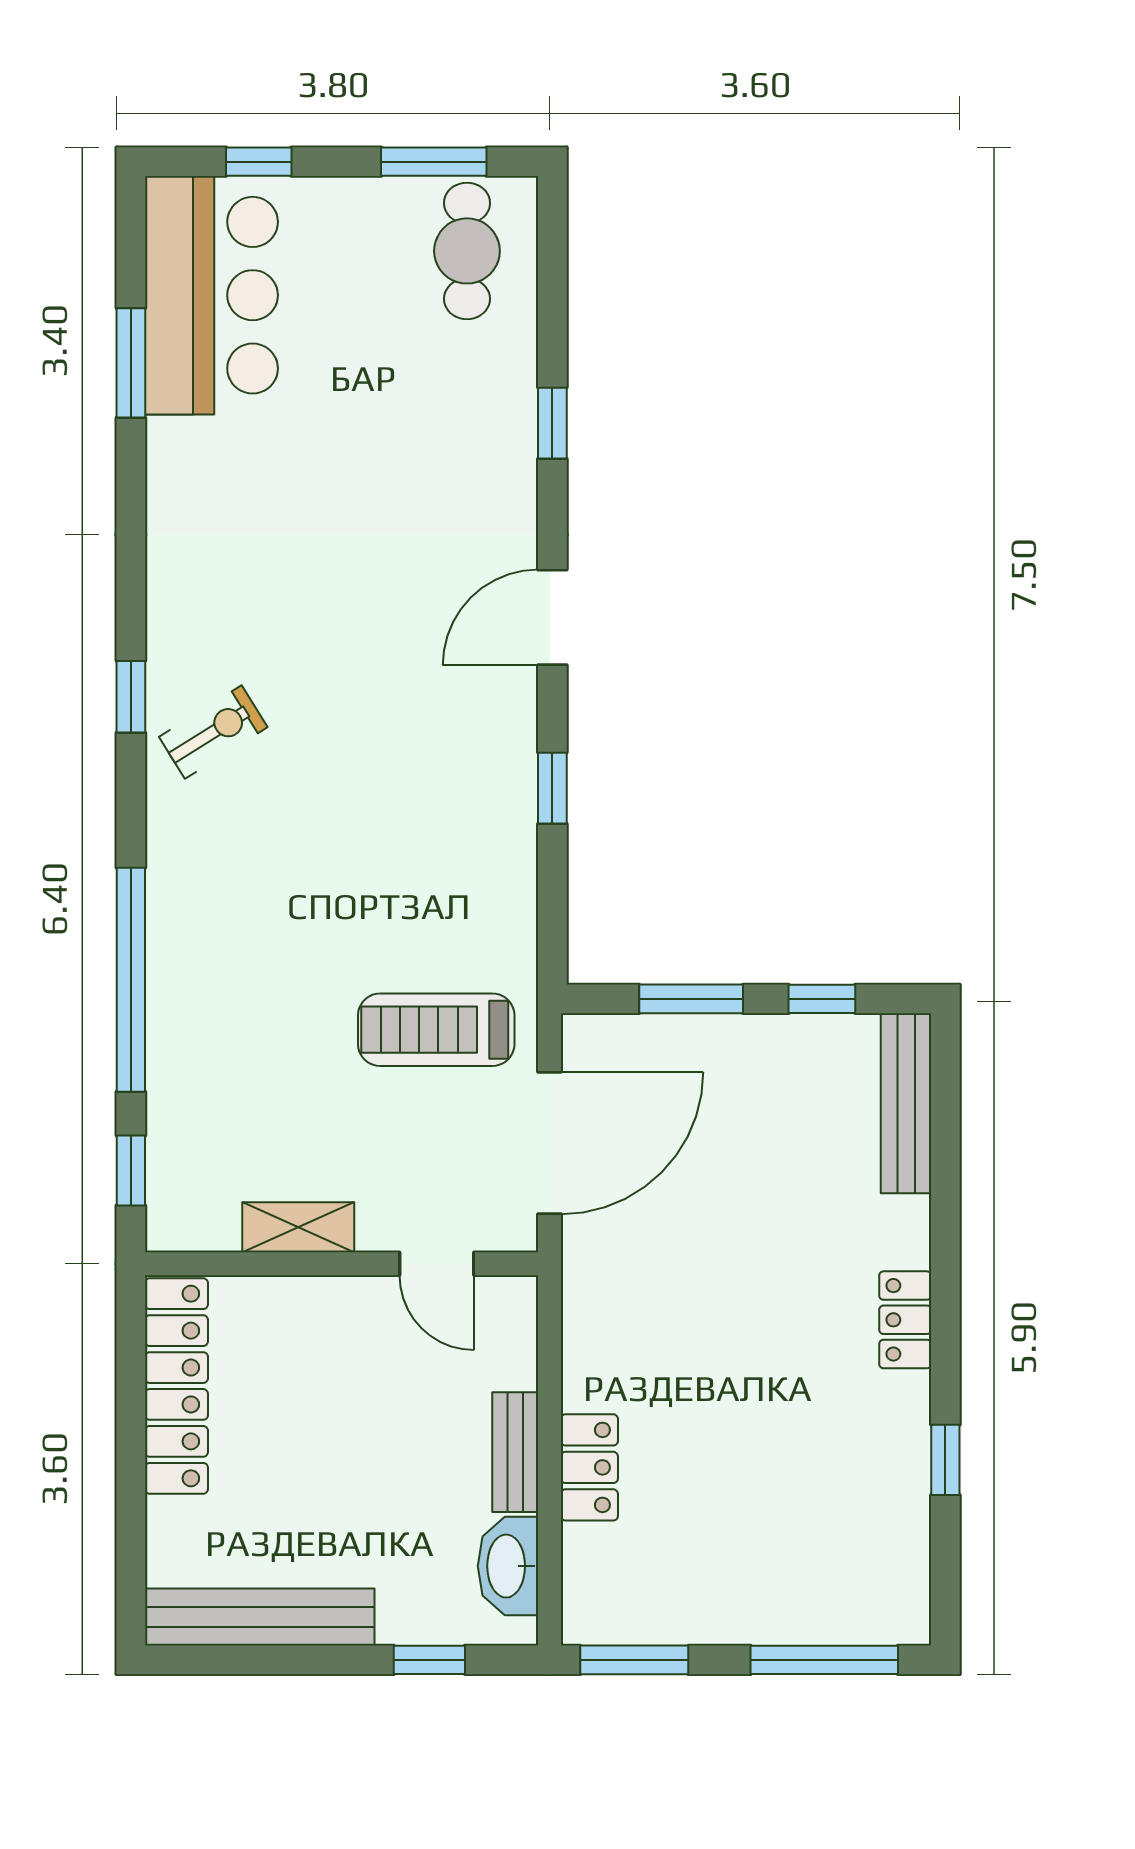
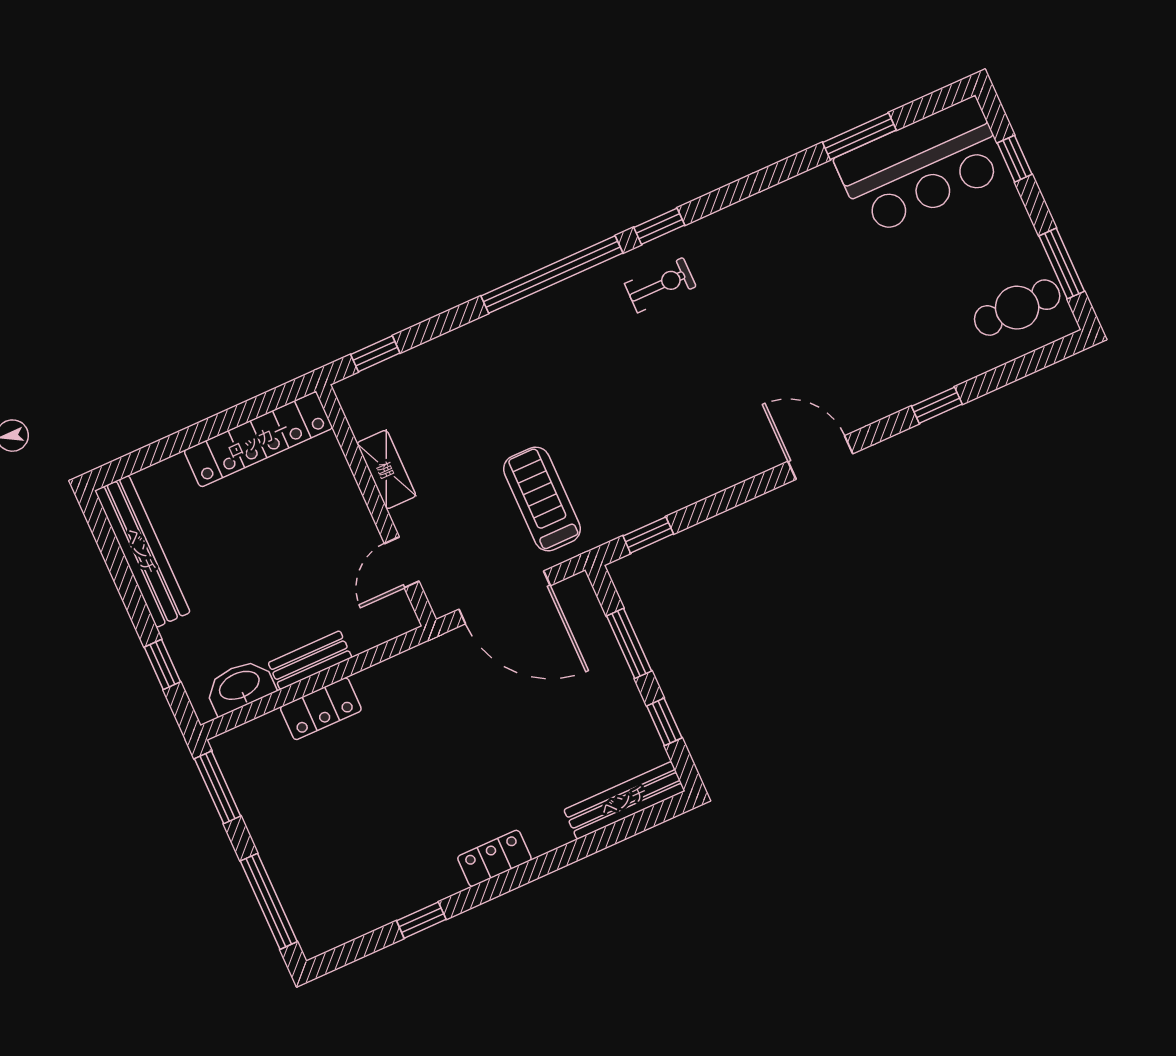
exercise bike: (213, 732) -> (660, 285), turned -58
window: (552, 788) -> (648, 535), moved
window: (131, 980) -> (552, 274), moved

